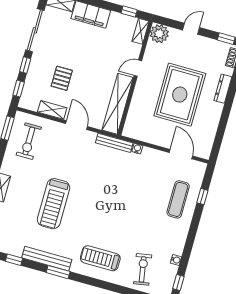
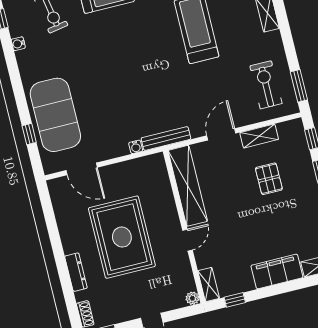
plant: (159, 34) -> (192, 298), width x0.53, depth x0.53
door: (77, 125) -> (221, 134), swing flipped
exercise mat: (178, 199) -> (55, 115), width x2.00, depth x1.45

